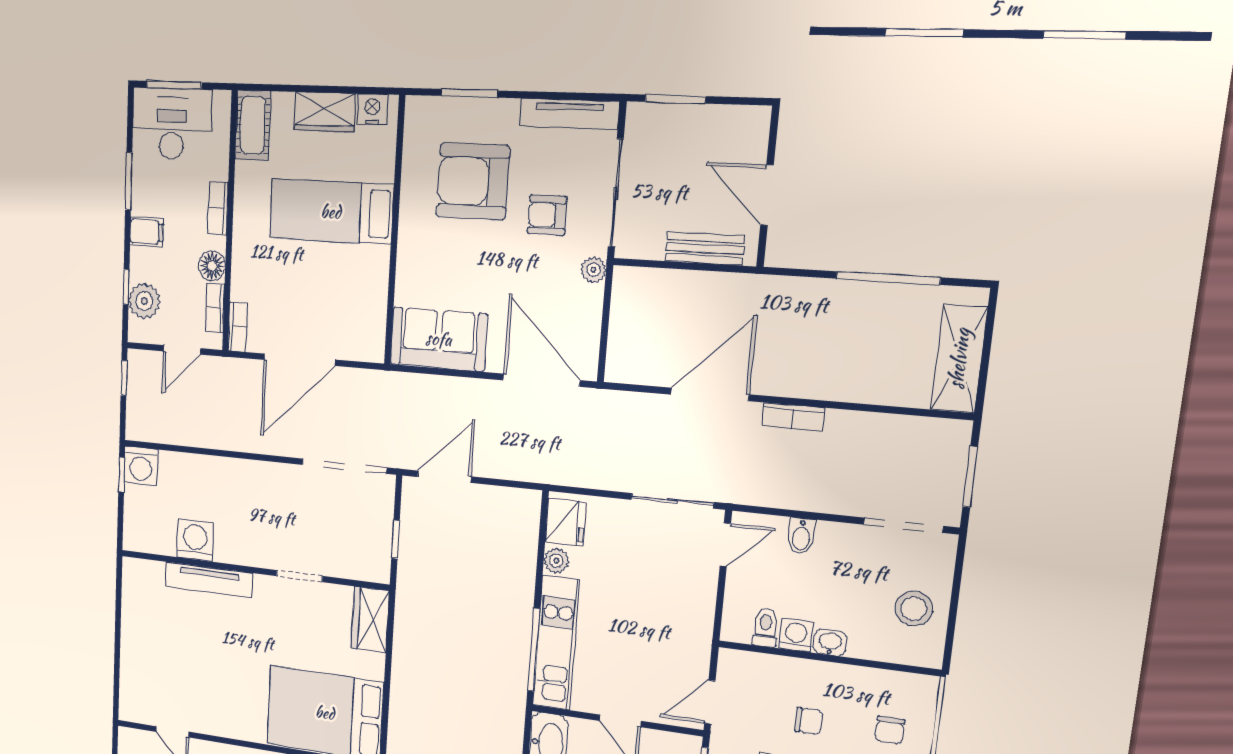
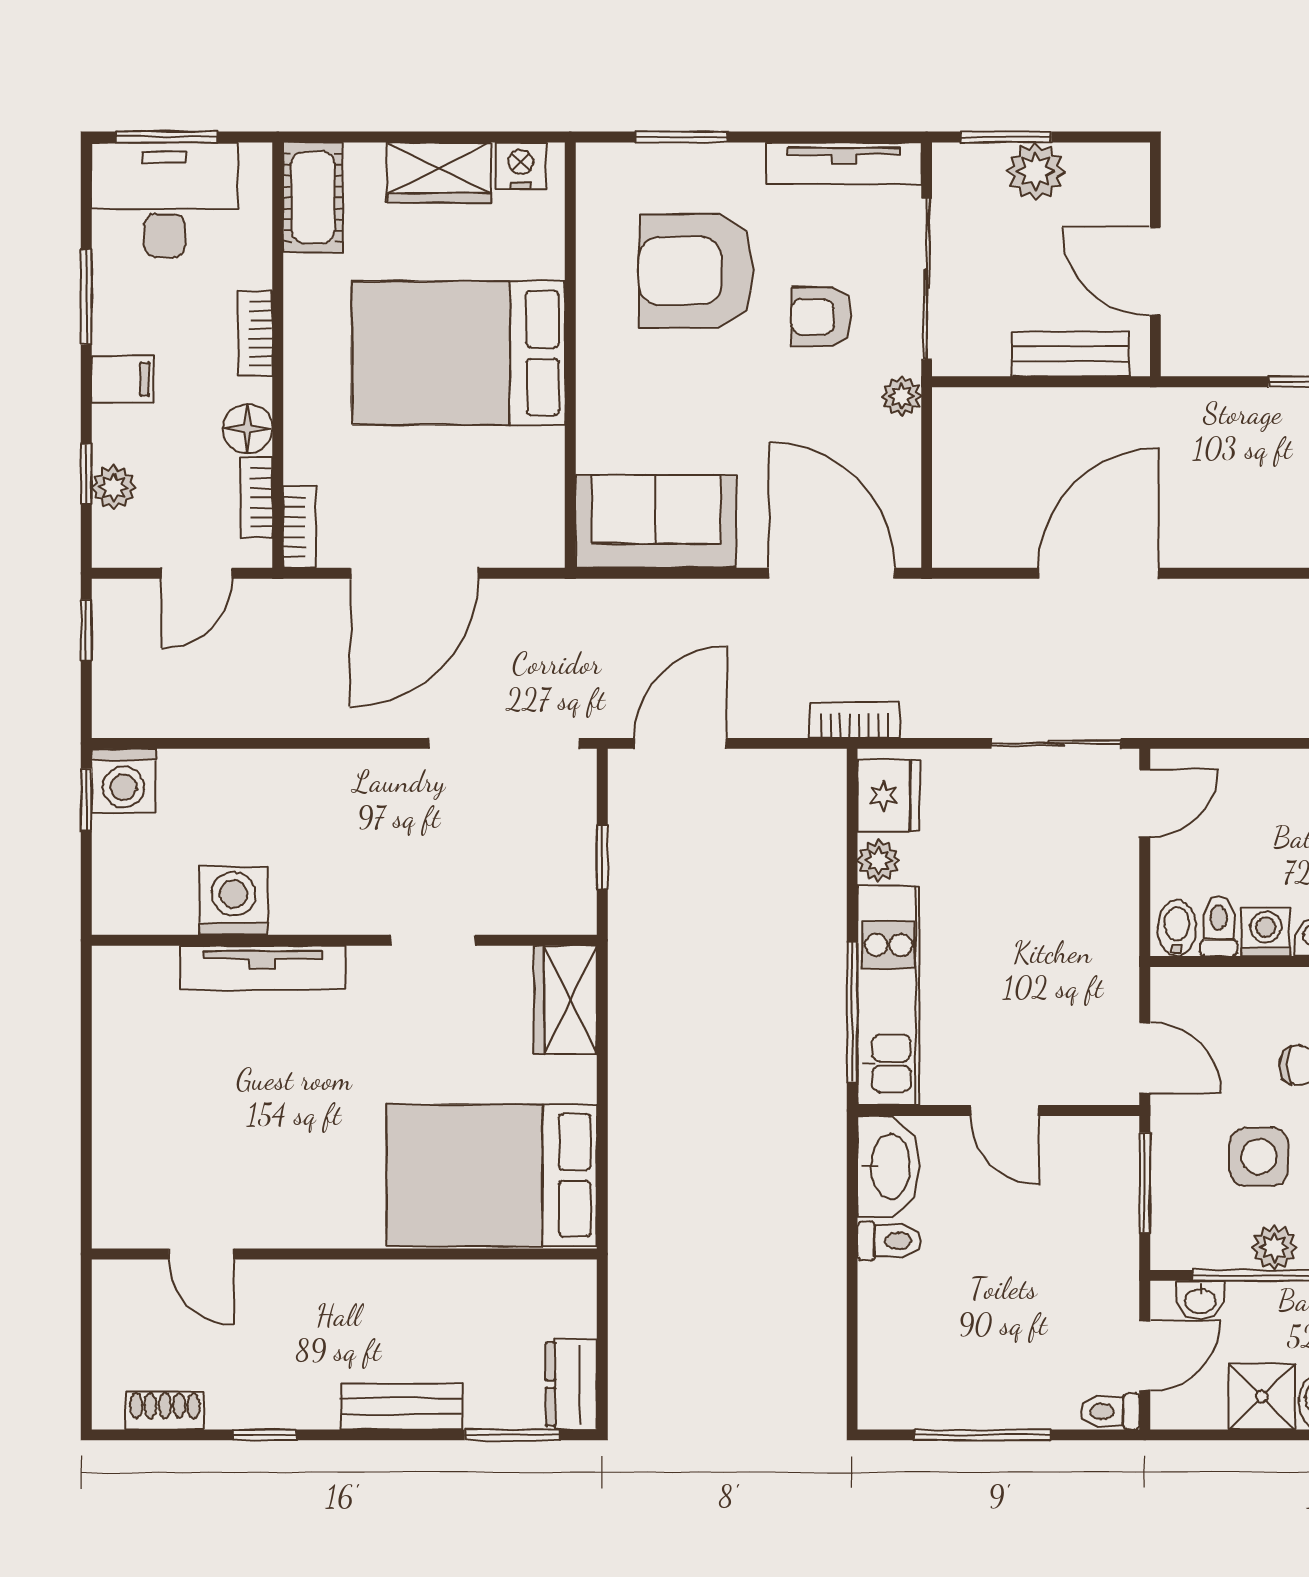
plant: (693, 123) -> (1036, 171), added
bed: (331, 212) -> (458, 353), width x1.50
plant: (144, 301) -> (114, 487), width x0.73, depth x0.73
bookcase: (793, 417) -> (854, 720), moved, turned 180
bidet: (801, 536) -> (1177, 928), moved, turned 180
door: (710, 702) -> (1145, 1058), swing flipped

